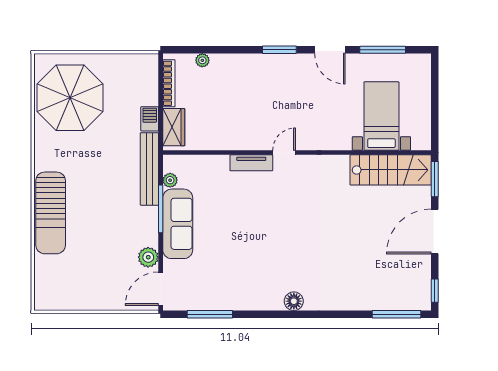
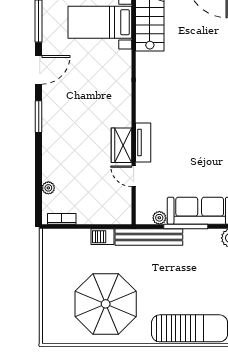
bookcase: (169, 83) -> (62, 219), width x0.64
parasol: (70, 98) -> (106, 304), moved
wardrobe: (174, 127) -> (122, 145), moved, turned -90
door: (284, 153) -> (134, 176), moved

